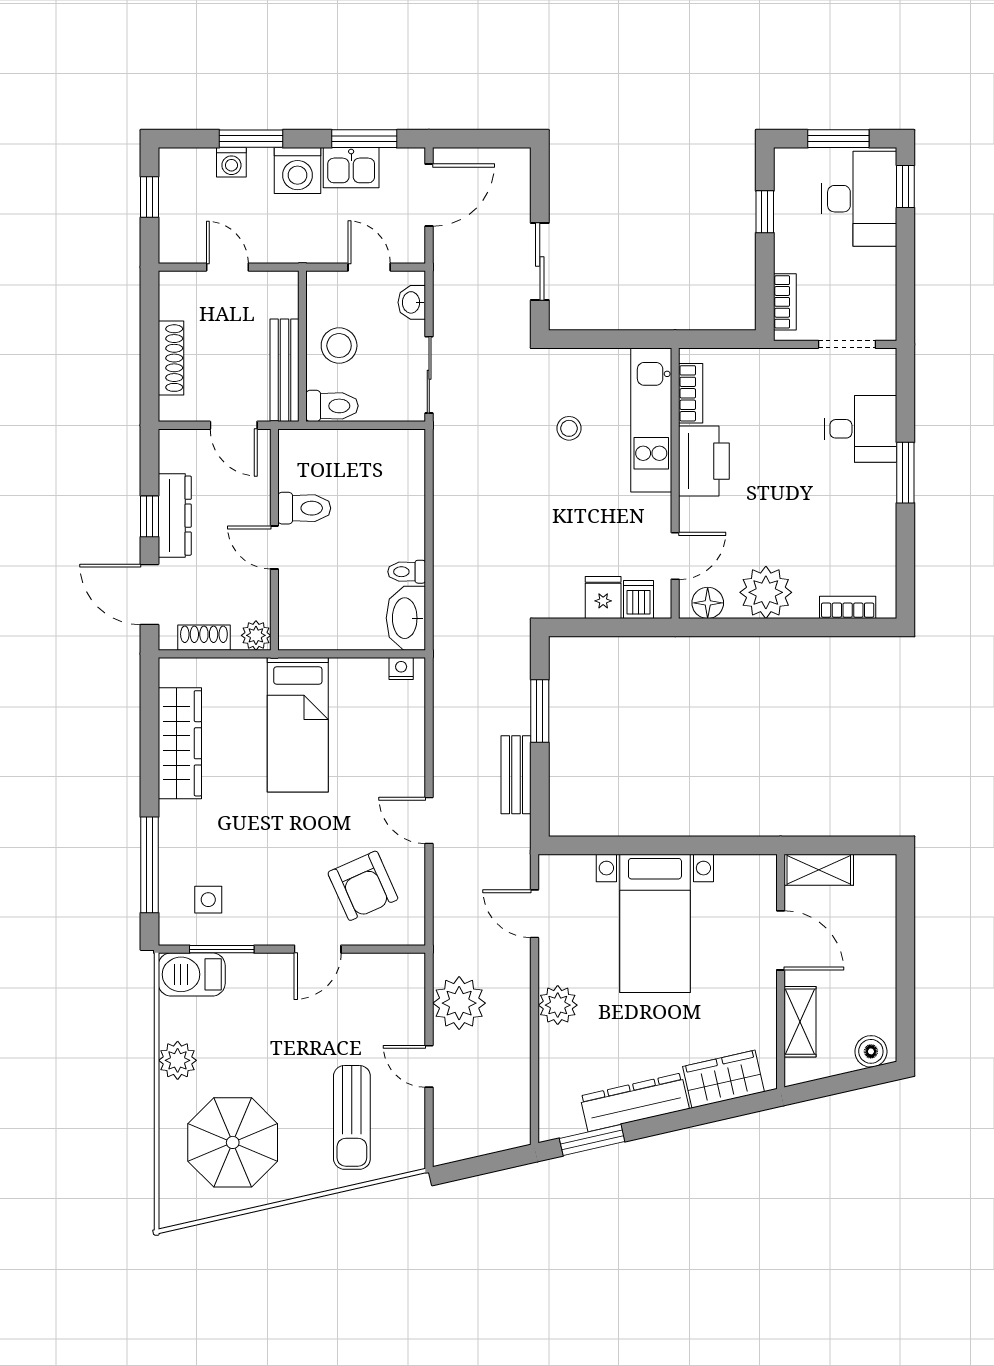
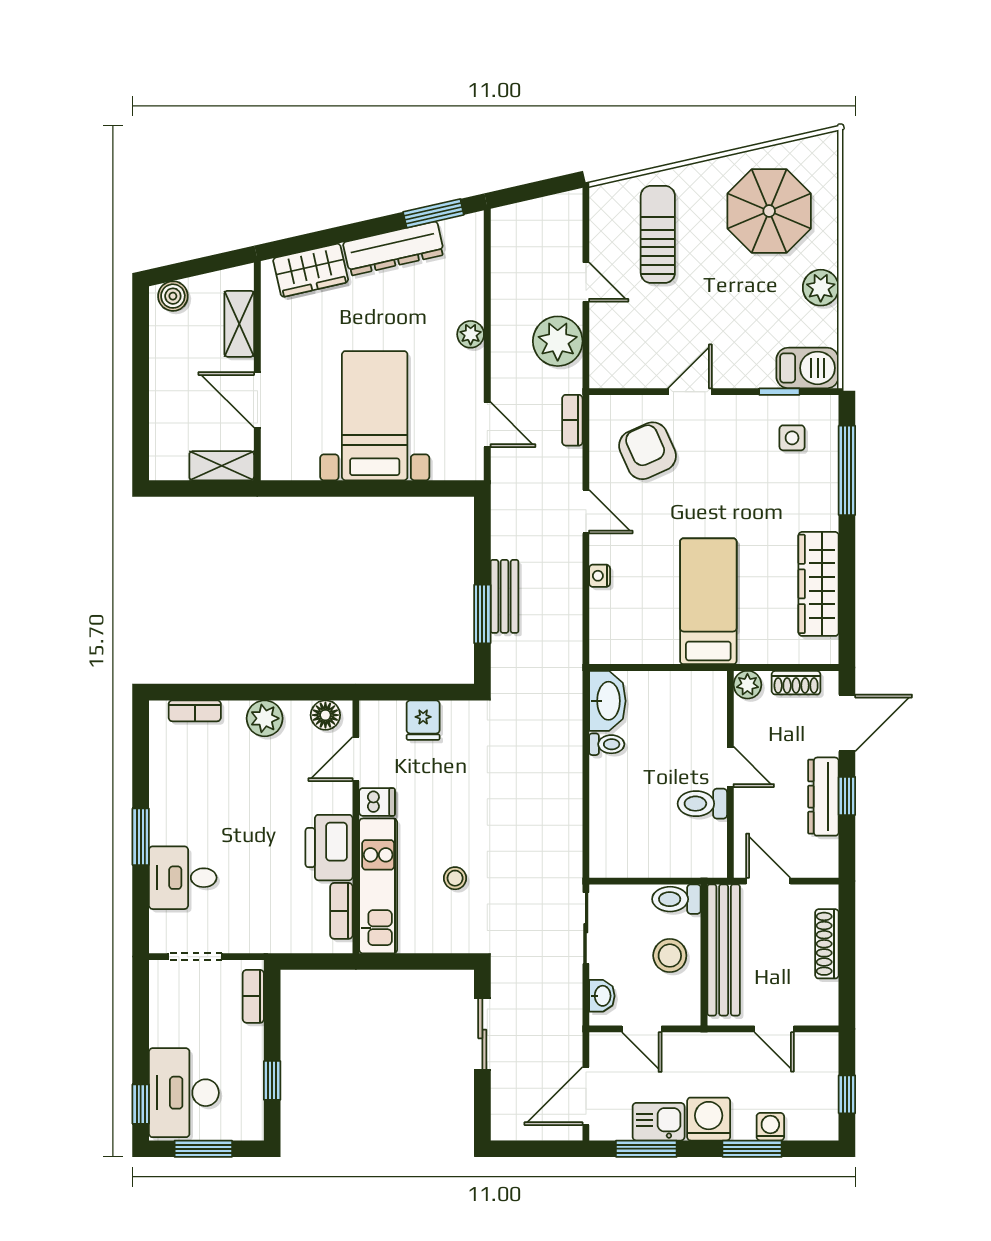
bench: (285, 370) -> (724, 950), width x1.37, depth x1.21
plant: (766, 592) -> (265, 718), width x0.73, depth x0.73
door: (150, 594) -> (847, 723), hinge flipped
dishwasher: (639, 599) -> (377, 802), moved, turned -90
nightstand: (401, 669) -> (600, 576), moved, turned 90
bench: (516, 775) -> (504, 596), moved
bookcase: (443, 918) -> (572, 420), added
window: (222, 949) -> (779, 392), width x0.67
plant: (558, 1005) -> (471, 334), width x0.73, depth x0.73

